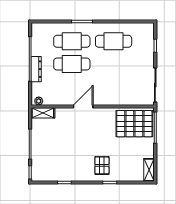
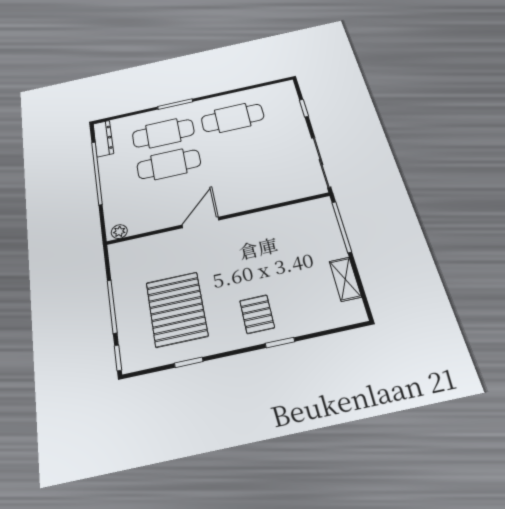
dresser: (36, 69) -> (103, 139), moved
shelving: (43, 113) -> (129, 249), removed
pallet: (134, 124) -> (177, 309), moved, turned 90
shelving: (149, 170) -> (345, 279), moved

